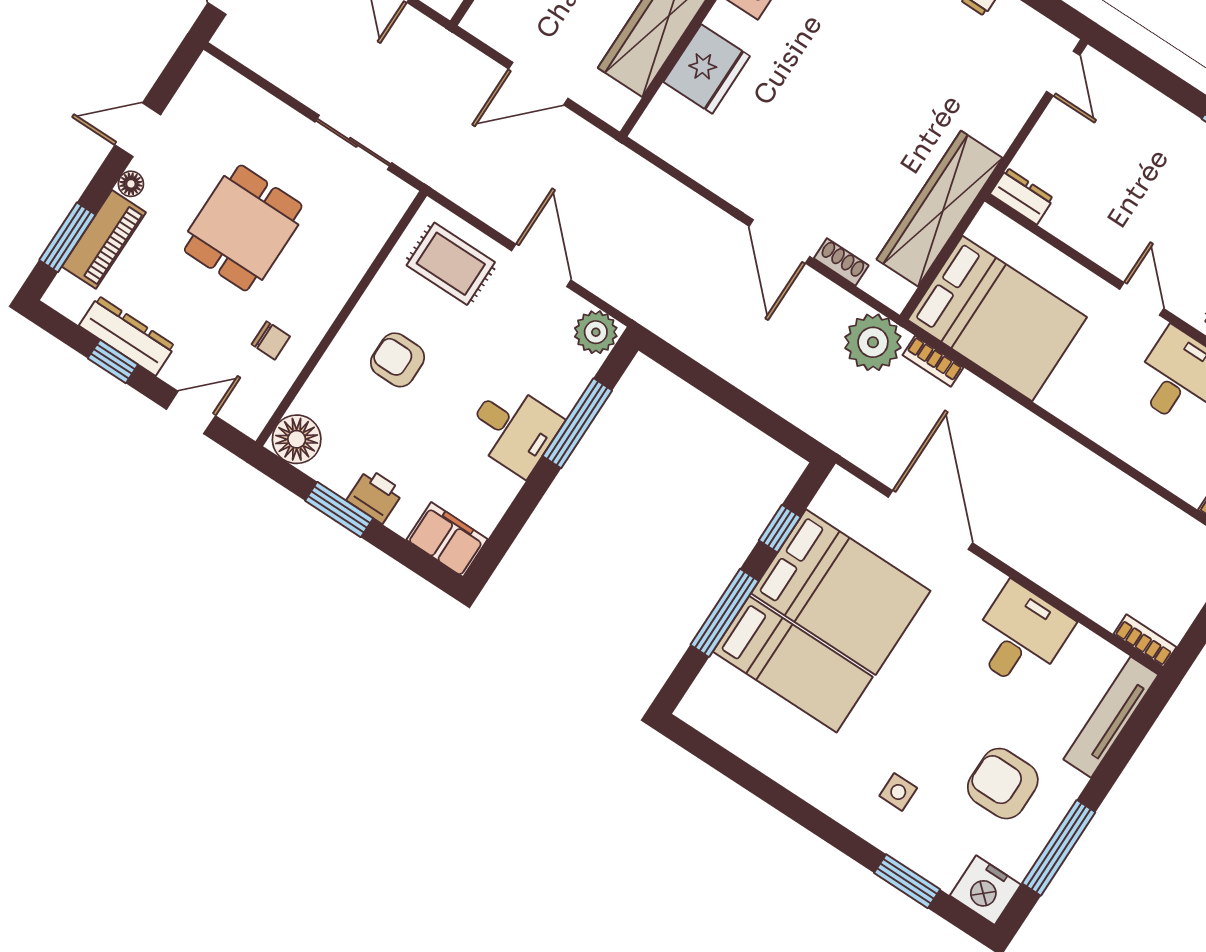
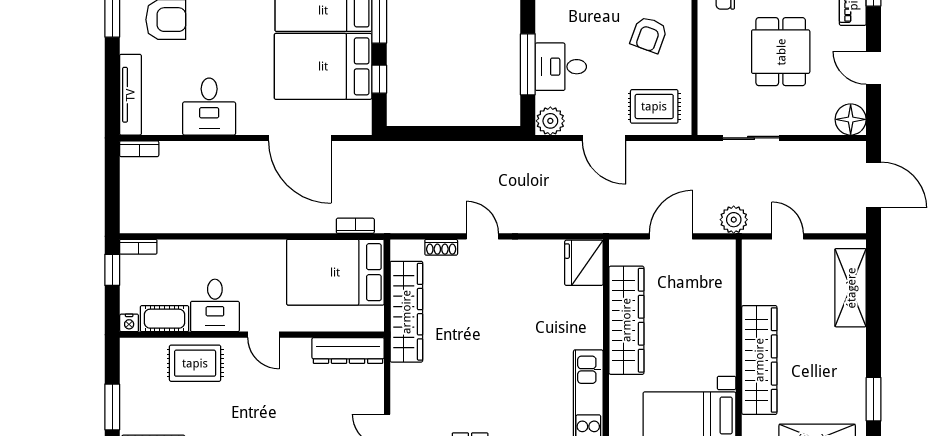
fridge: (707, 69) -> (584, 263), moved
door: (138, 130) -> (874, 68), swing flipped
floor lamp: (131, 184) -> (851, 119), moved, width x1.89, depth x1.89
dresser: (1022, 196) -> (348, 351), width x1.96, depth x1.24
door: (779, 241) -> (482, 236), width x0.73
plant: (873, 342) -> (734, 220), moved, width x0.73, depth x0.73
armchair: (397, 360) -> (649, 35), turned 110
desk: (513, 429) -> (561, 67), moved

